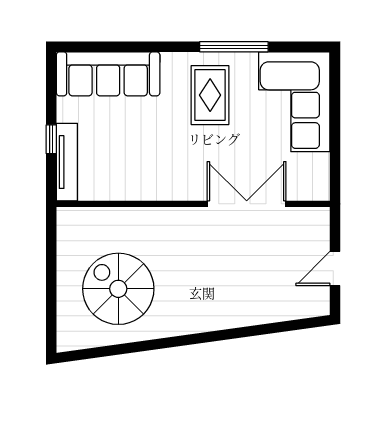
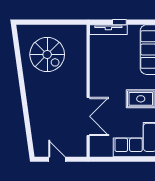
spiral stairs: (118, 289) -> (47, 54), turned 90

